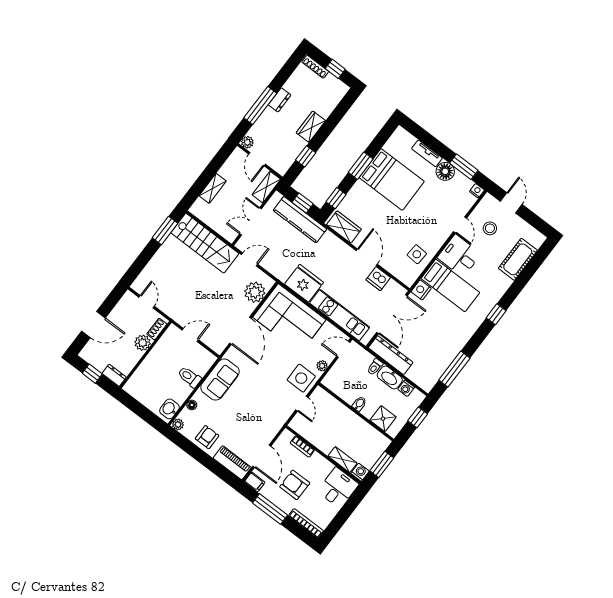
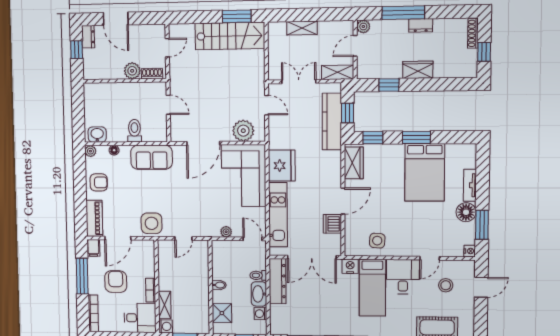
stairs: (205, 243) -> (230, 36), moved, turned -90
dresser: (114, 375) -> (88, 37), moved
side table: (301, 378) -> (152, 223), moved
bookcase: (302, 446) -> (151, 290), moved

